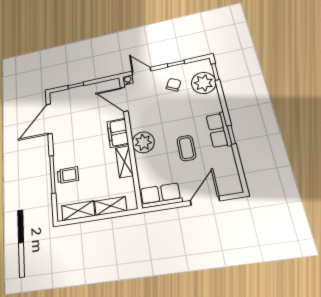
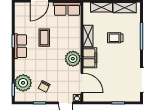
plant: (143, 142) -> (73, 59), moved
trolley: (68, 175) -> (115, 38), moved

